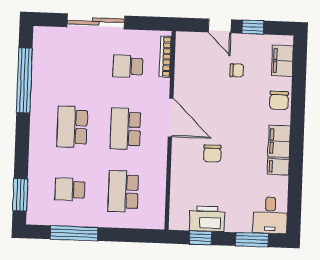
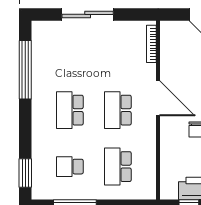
school desk: (128, 66) -> (118, 54), removed

